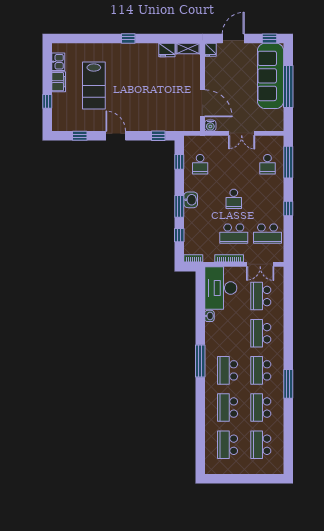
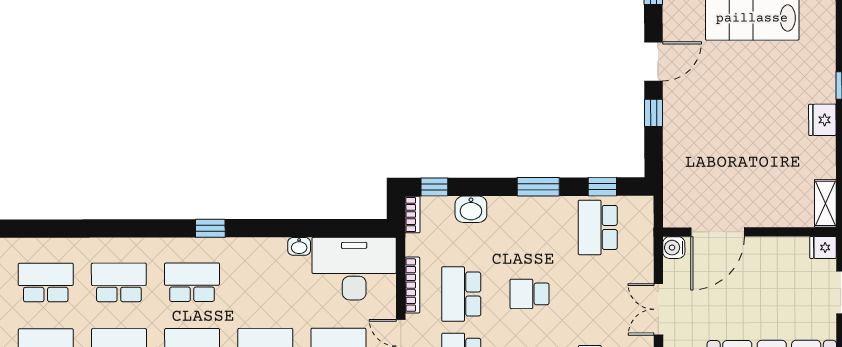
fridge: (167, 50) -> (822, 120), moved
window: (158, 136) -> (654, 113), moved
school desk: (200, 164) -> (598, 227), width x1.85
washbasin: (191, 200) -> (471, 209), moved
window: (179, 206) -> (538, 187), moved
window: (179, 235) -> (434, 187), moved
window: (200, 361) -> (210, 228), width x0.46

